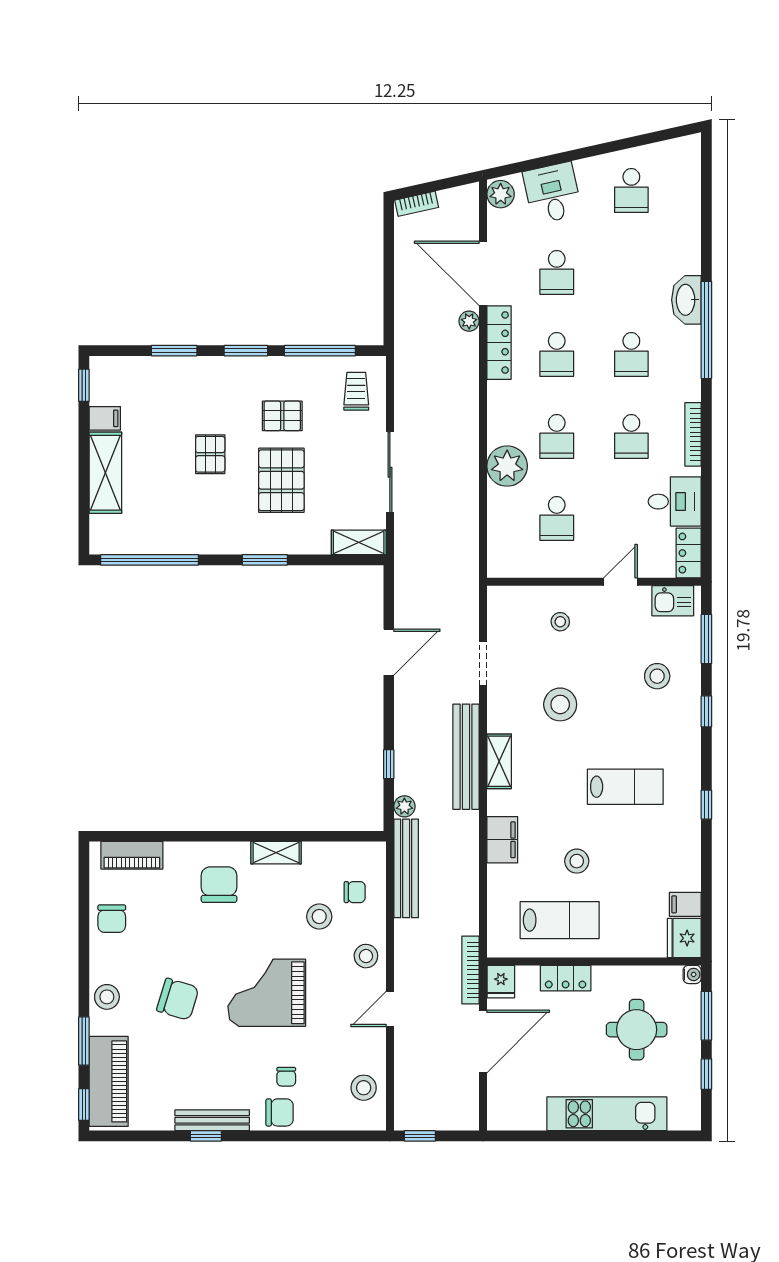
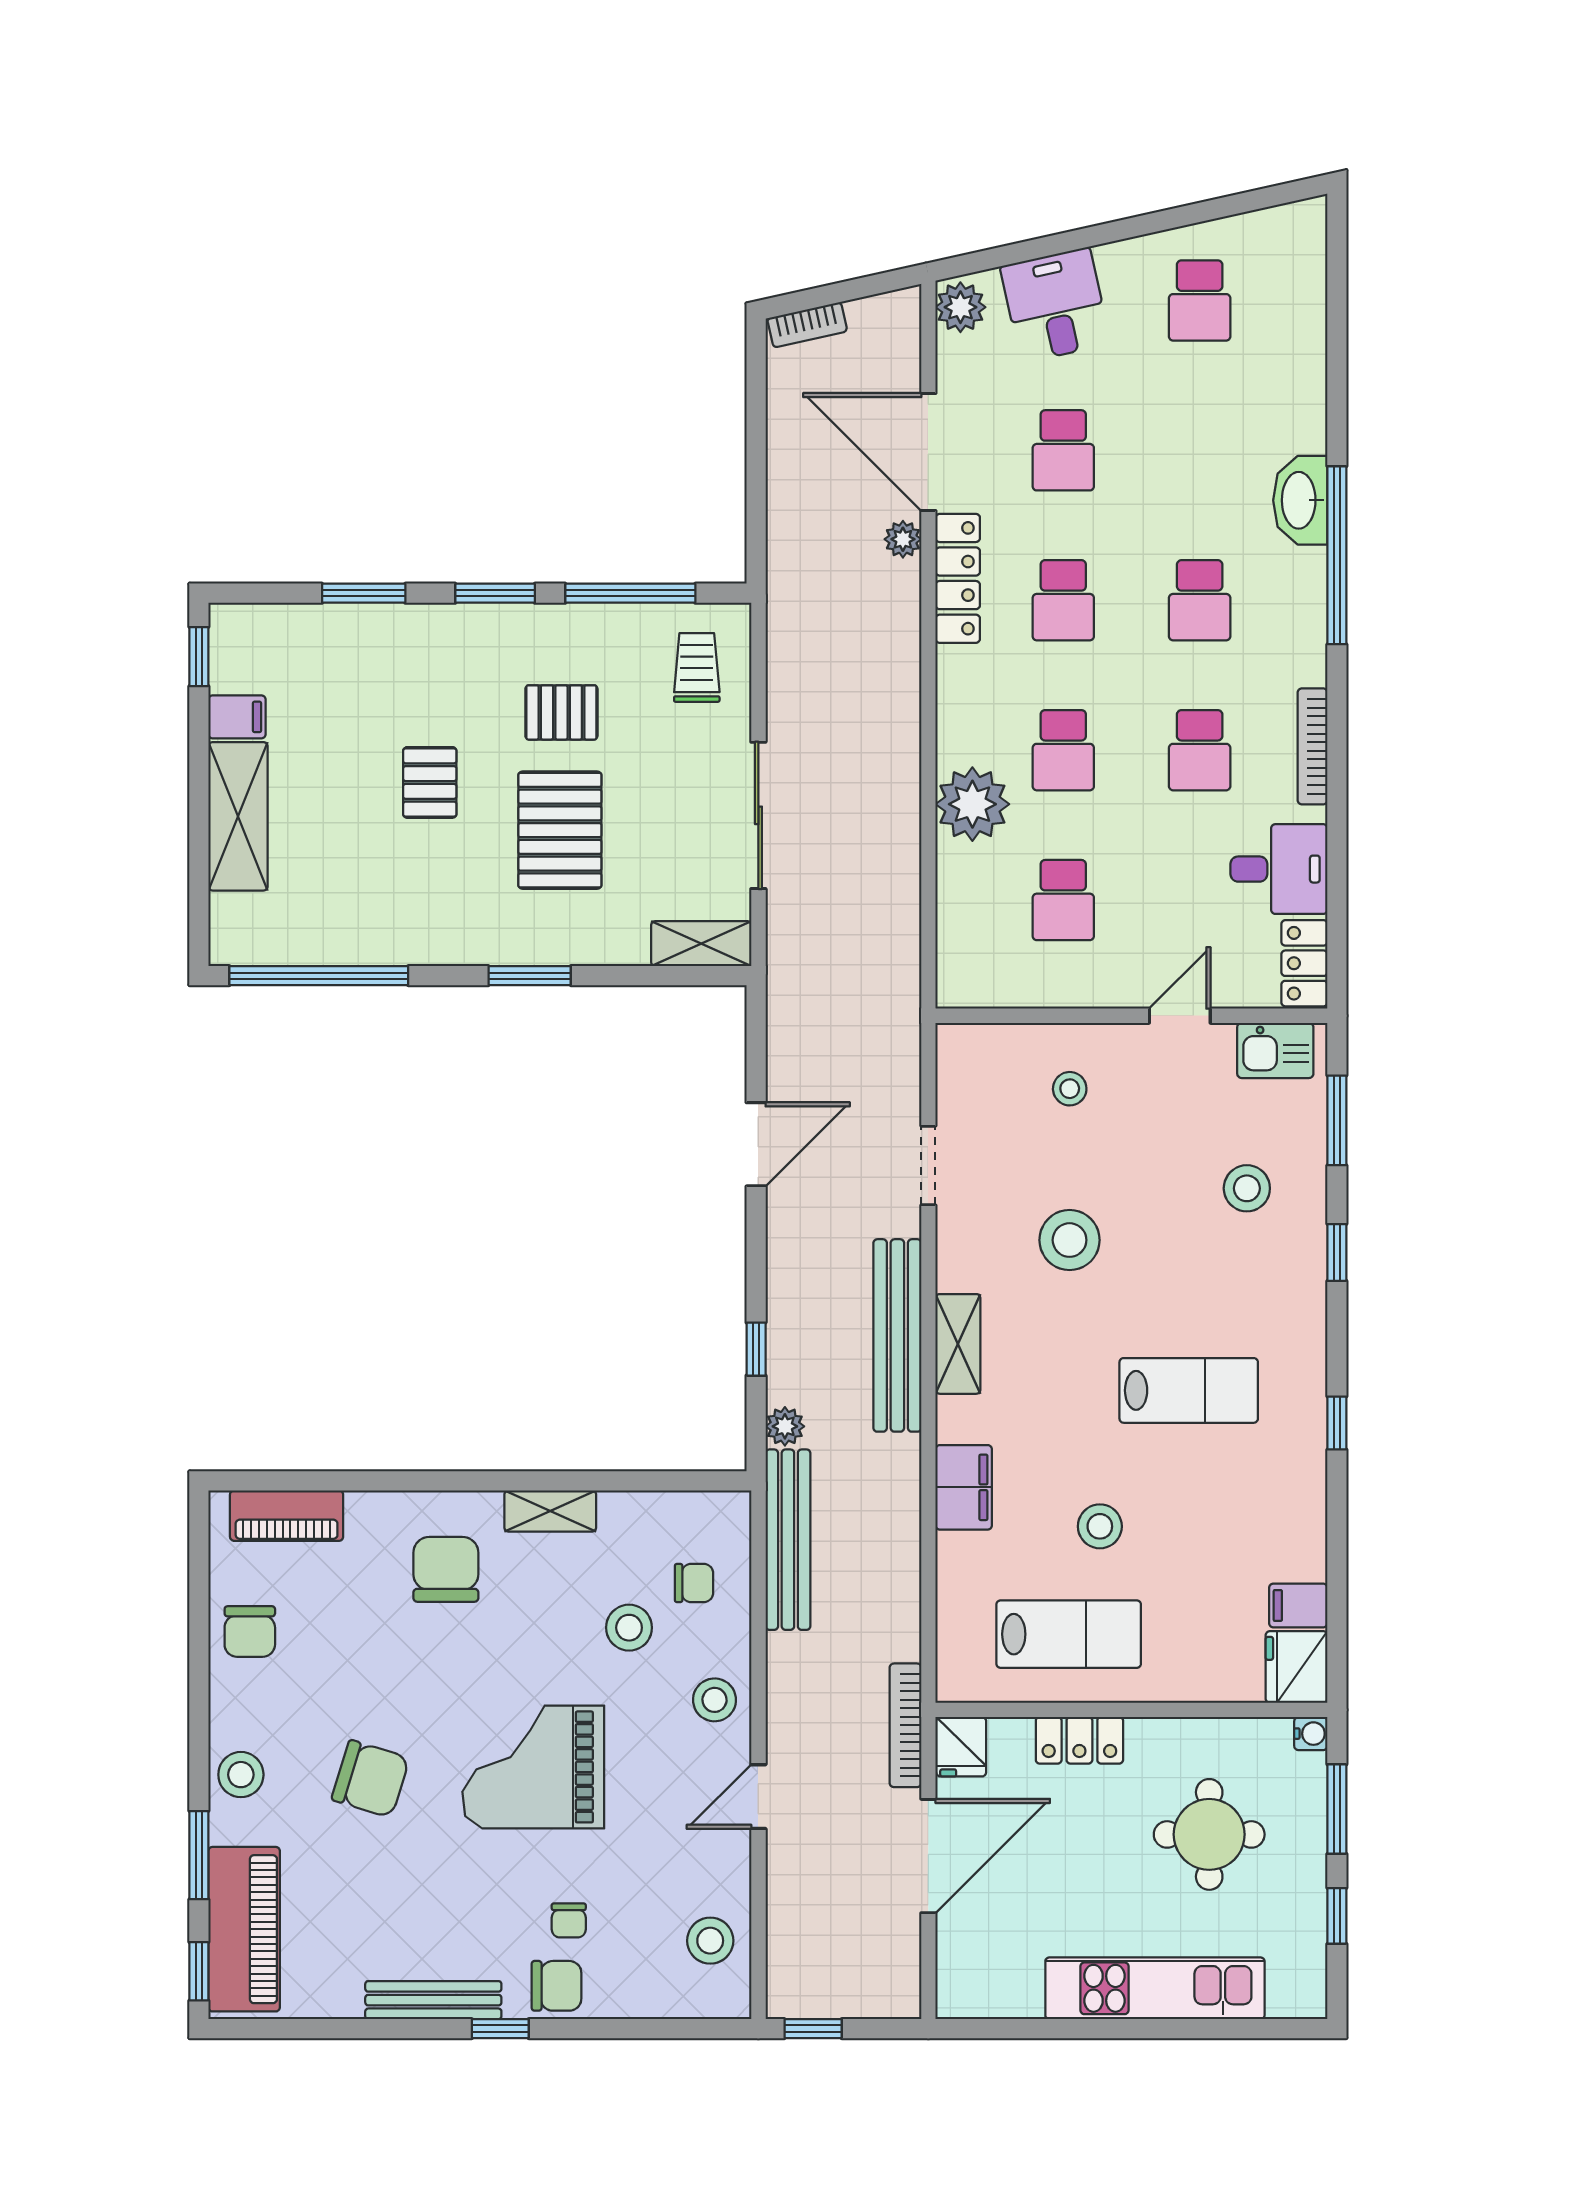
window: (206, 1136) -> (500, 2029), moved

